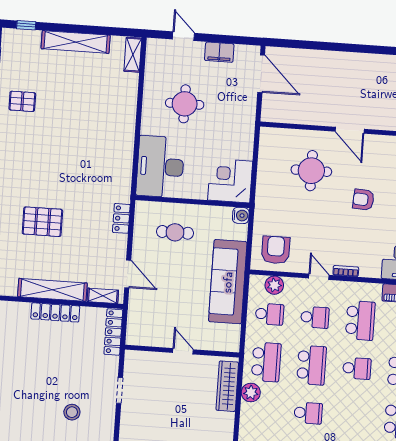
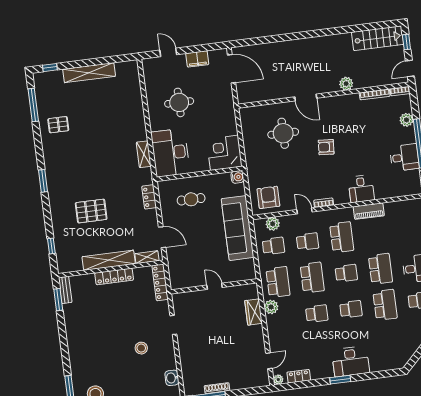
shelving: (133, 55) -> (144, 154), moved
wardrobe: (227, 386) -> (254, 312), width x0.67
school desk: (354, 416) -> (351, 309), added

